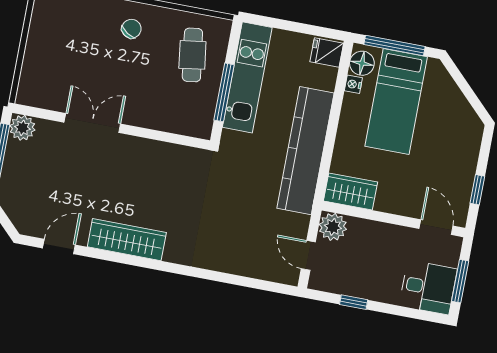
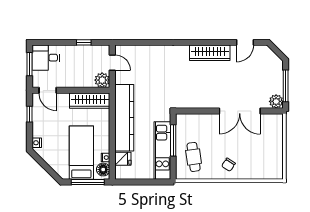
fridge: (327, 53) -> (123, 159), moved
double door: (92, 123) -> (240, 111), width x1.37
nightstand: (474, 135) -> (37, 143), added
wardrobe: (351, 192) -> (90, 101), width x1.50

